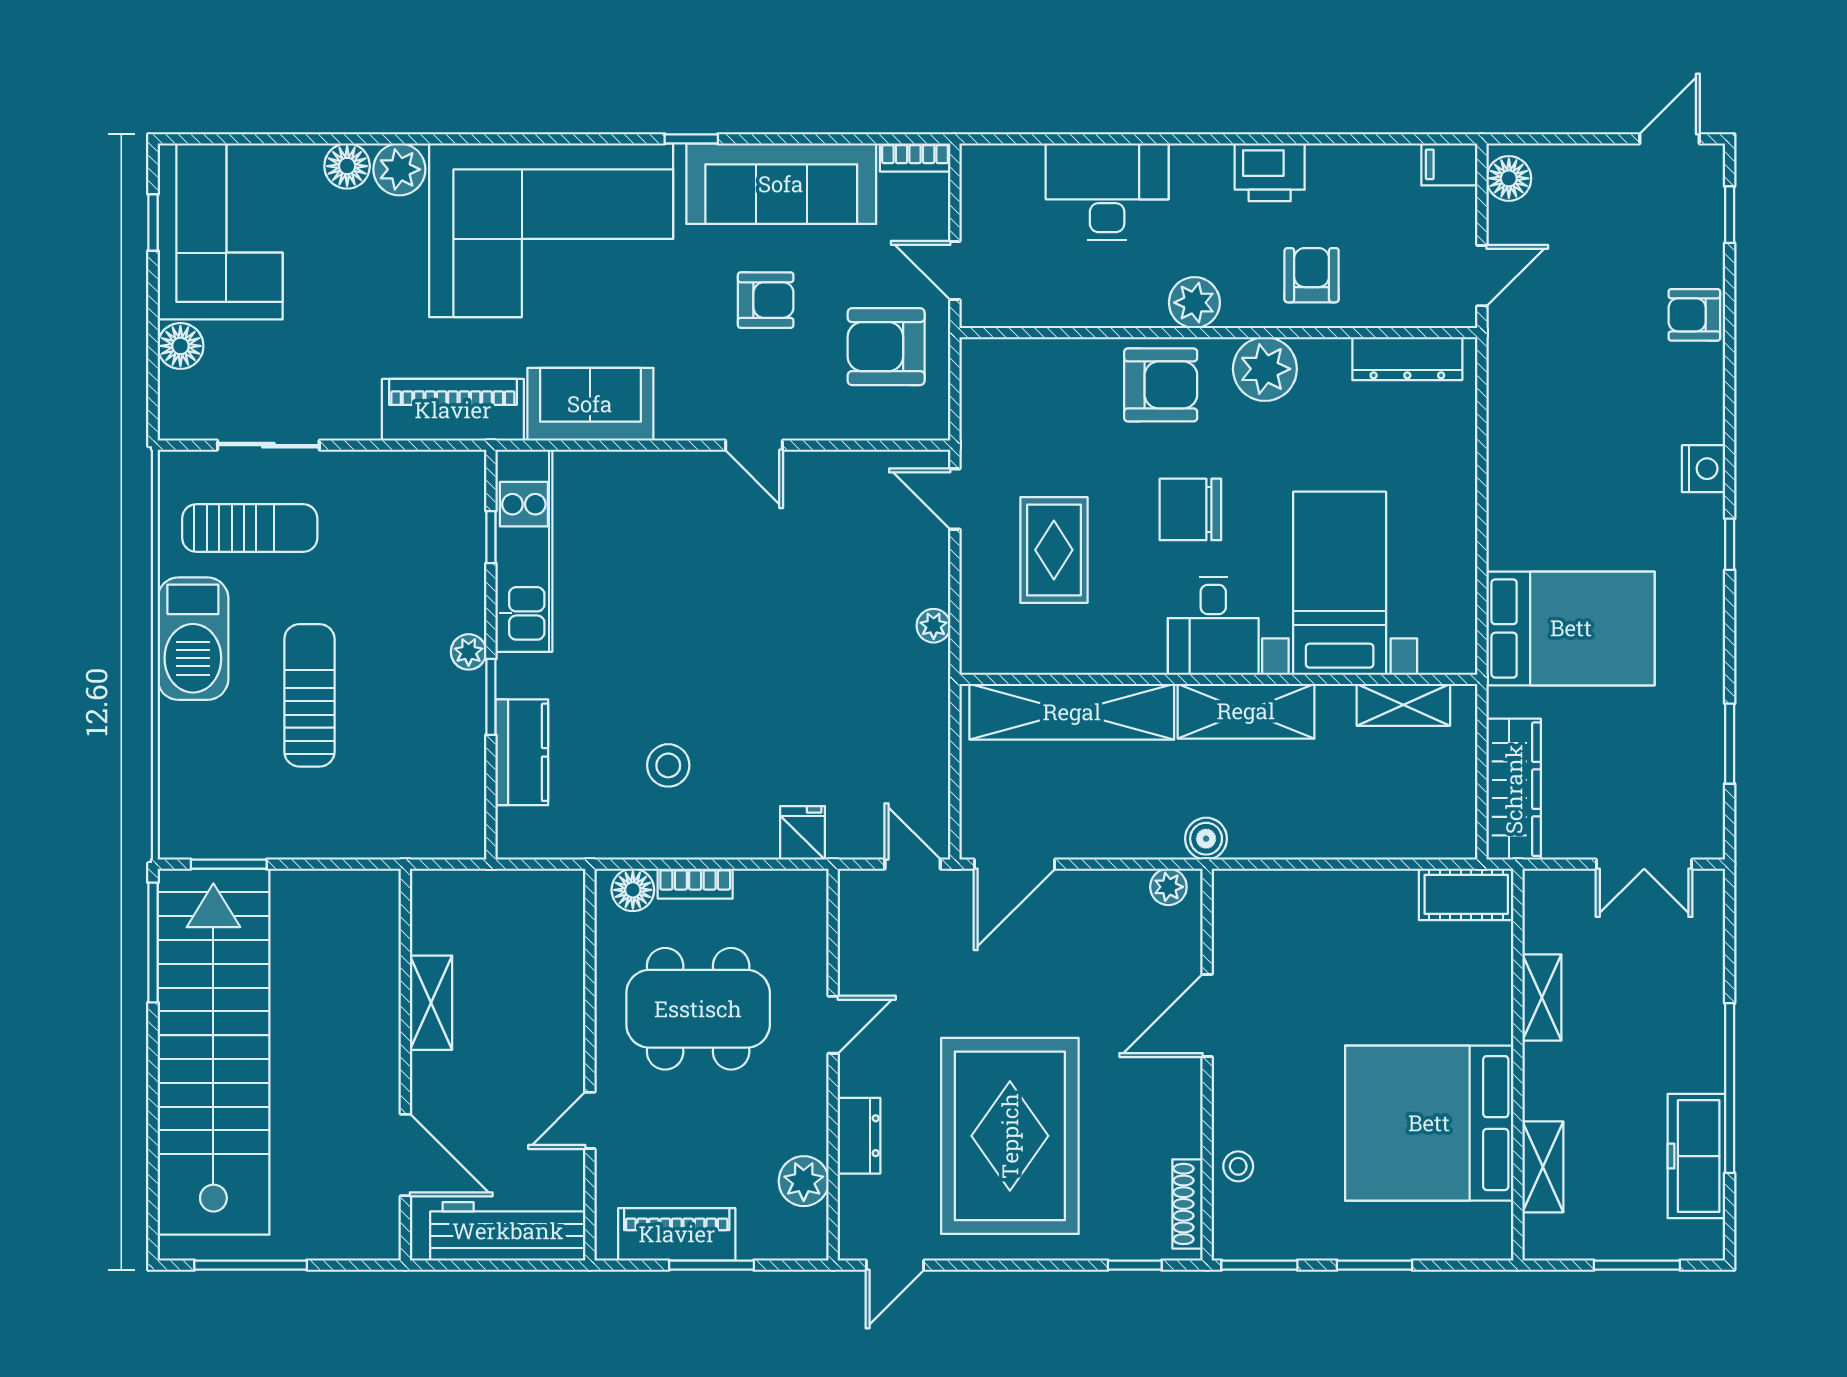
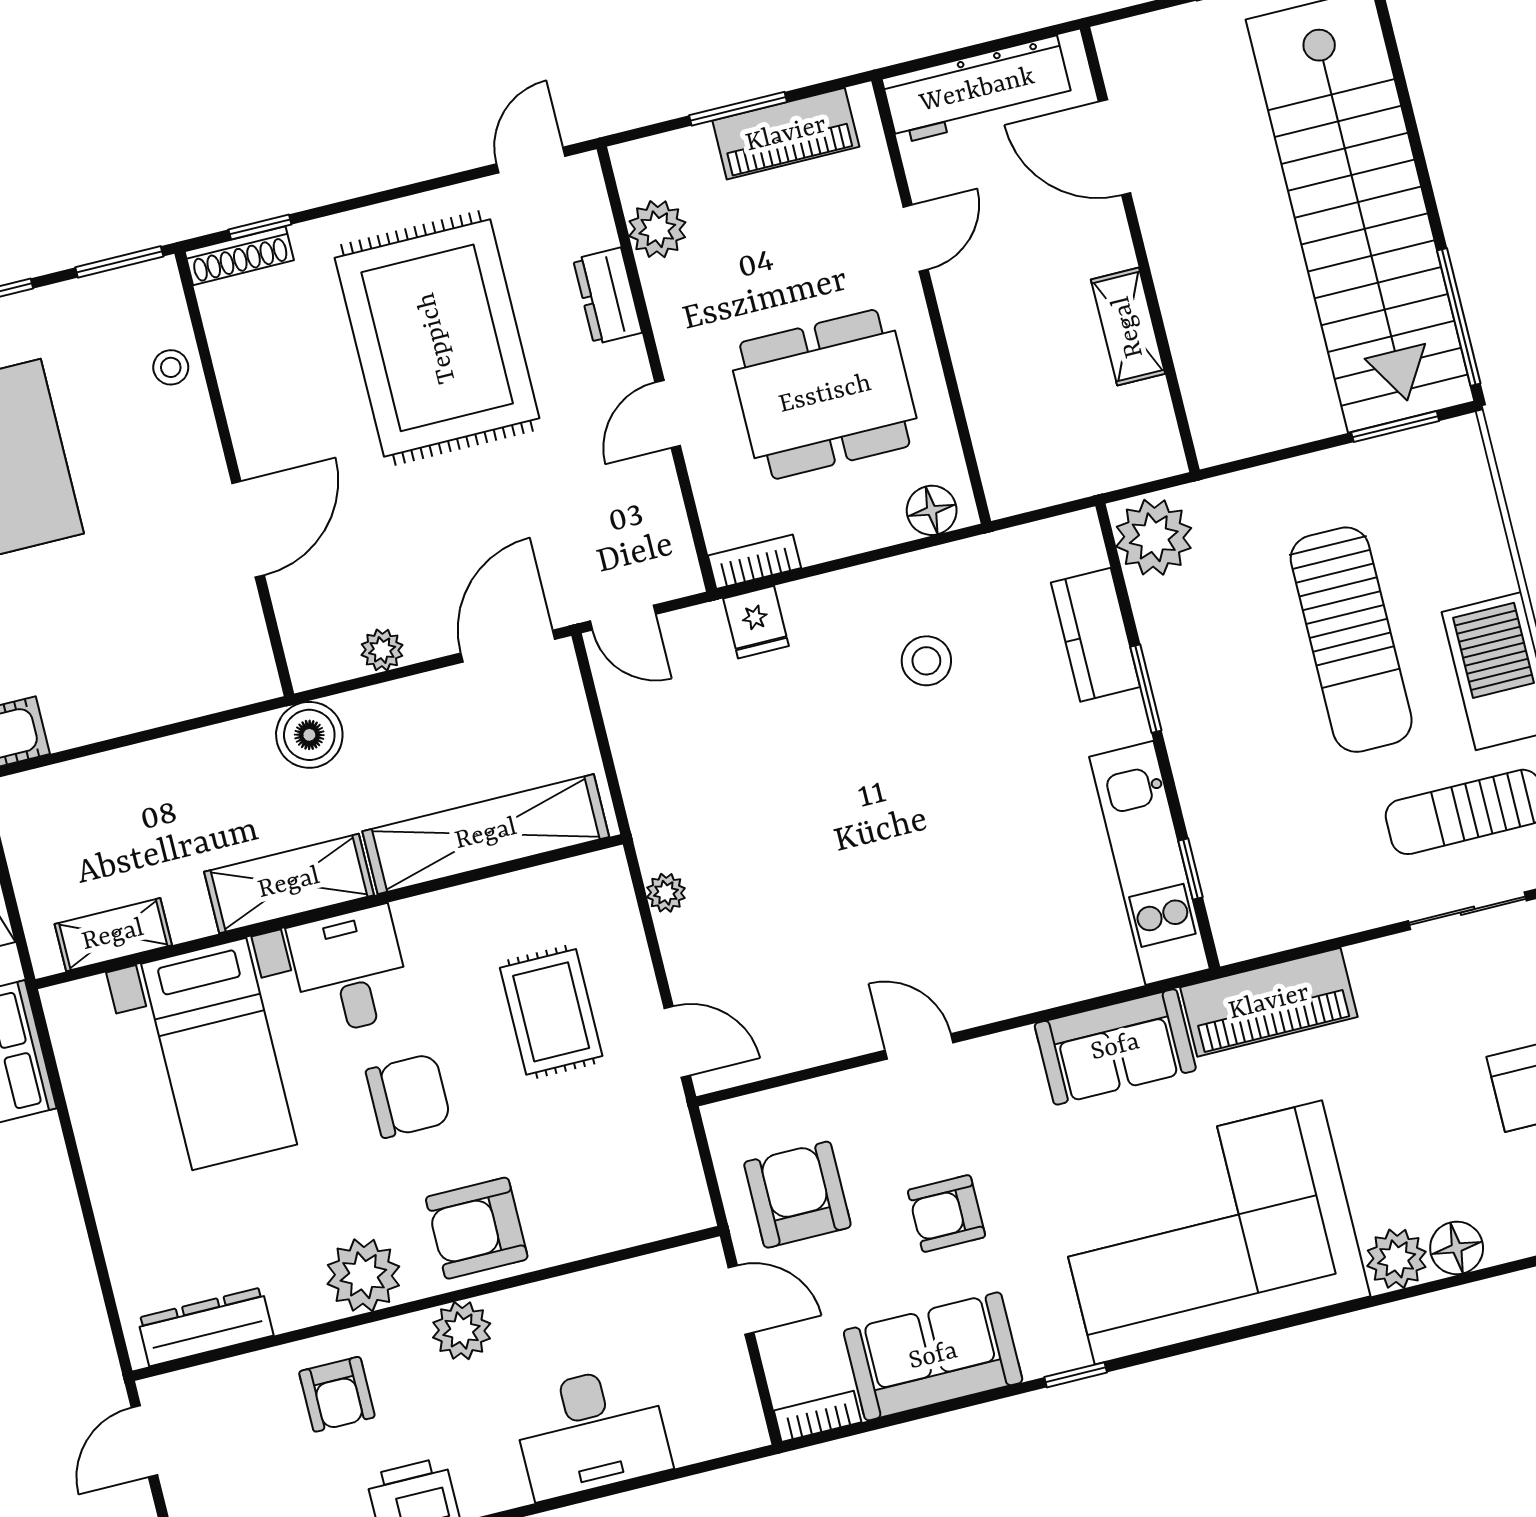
sofa: (781, 184) -> (933, 1356), width x0.73
armchair: (886, 347) -> (797, 1195), turned -90
plant: (469, 652) -> (1154, 537), moved, width x1.87, depth x1.87
sun lounger: (309, 695) -> (1351, 640), width x1.36, depth x1.34
boiler: (1206, 839) -> (309, 735), width x1.36, depth x1.36
bookcase: (695, 884) -> (755, 562), moved
plant: (1168, 887) -> (382, 650), moved
shoe rack: (1187, 1204) -> (239, 256), moved, turned 90

